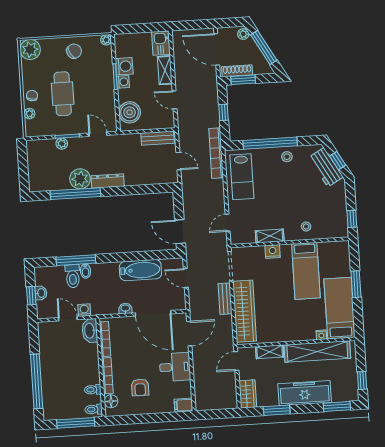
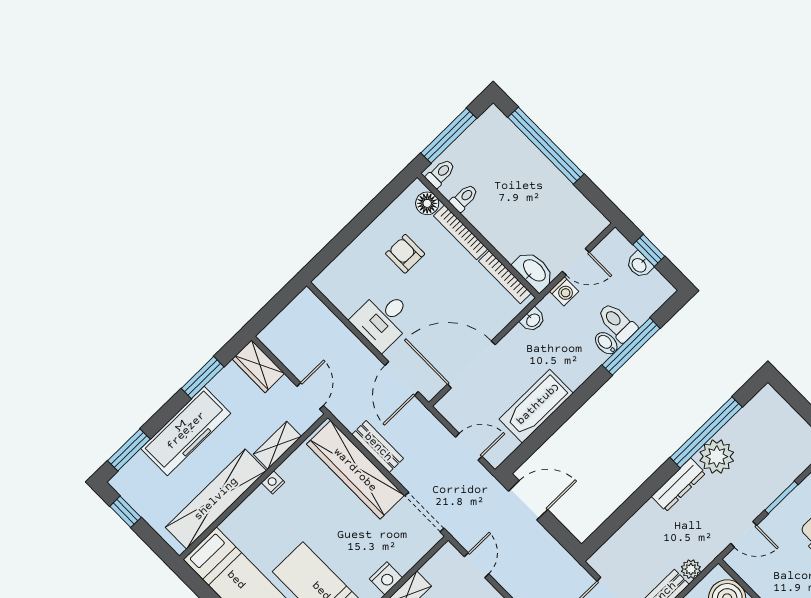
plant: (62, 144) -> (691, 569), moved
bench: (225, 299) -> (378, 447), moved
washbasin: (125, 308) -> (533, 320), moved
nightstand: (321, 335) -> (273, 482), moved
filing cabinet: (183, 405) -> (329, 279), removed

